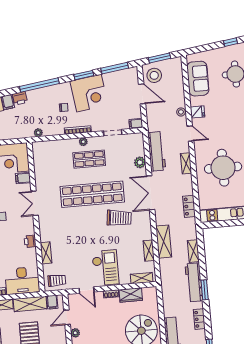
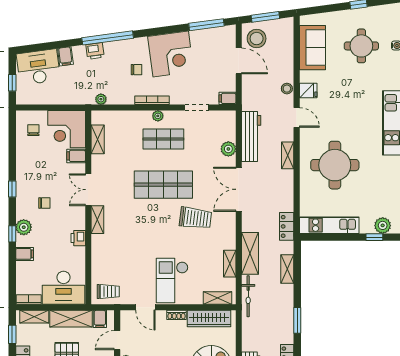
window: (84, 75) -> (166, 30), removed
printer: (20, 98) -> (95, 51), moved
shelving: (38, 164) -> (98, 139), added
shop shelf: (92, 194) -> (163, 185), width x0.71
locker: (189, 206) -> (287, 226), moved
shelving: (46, 253) -> (97, 220), moved
checkout: (105, 268) -> (172, 281), turned 180
bicycle: (165, 275) -> (248, 296), added
workbench: (194, 282) -> (284, 309), removed
wardrobe: (131, 295) -> (209, 319), width x1.50

